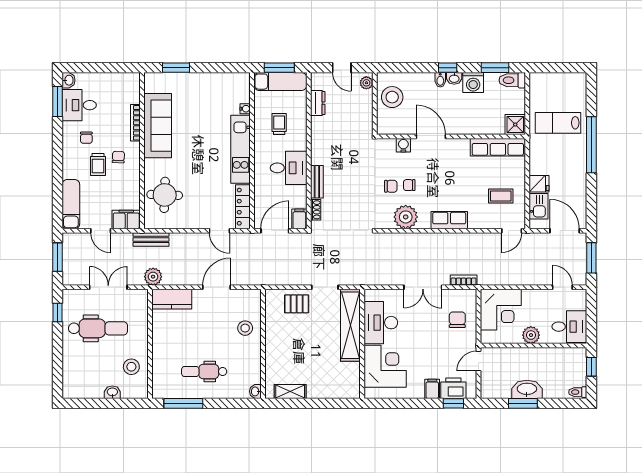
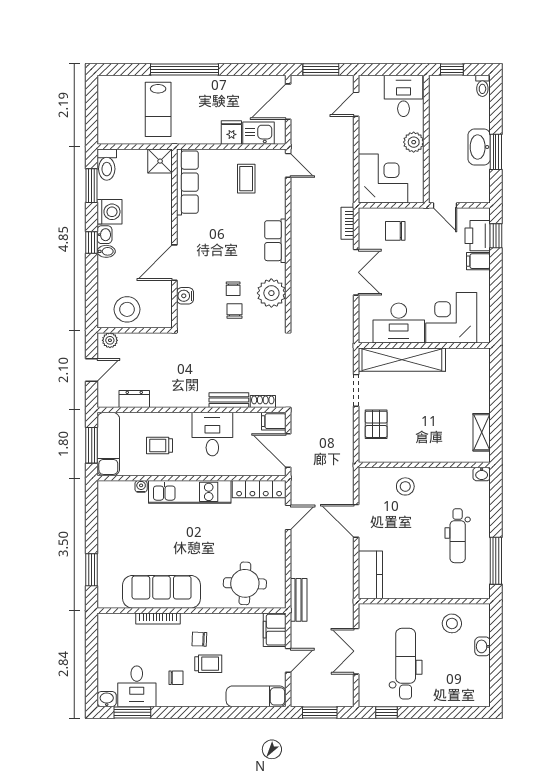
plant: (153, 277) -> (343, 597), removed

